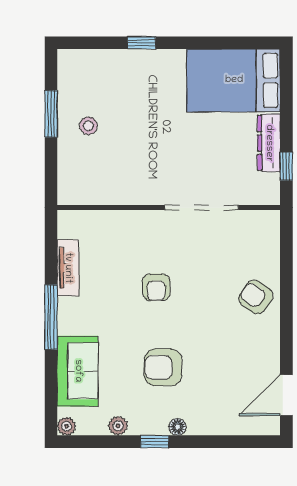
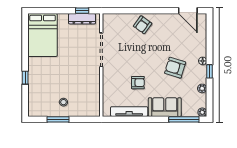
dresser: (269, 143) -> (82, 19), moved
tv unit: (68, 268) -> (129, 112), width x1.41
armchair: (156, 287) -> (138, 83), moved
window: (51, 317) -> (184, 119), moved
armchair: (163, 367) -> (175, 68), turned 107
sofa: (78, 371) -> (165, 107), moved

